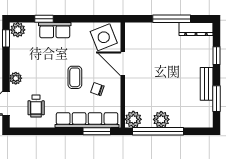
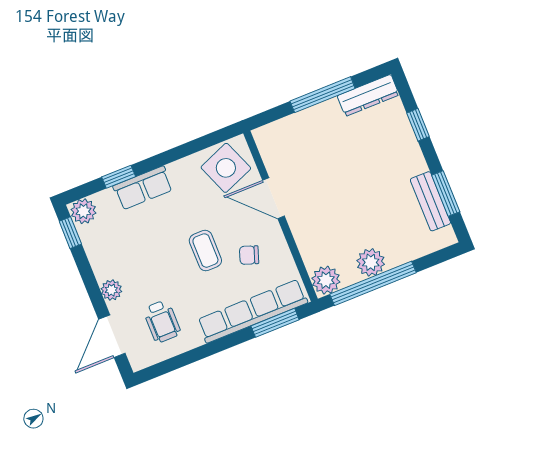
bench: (207, 84) -> (430, 201), moved

